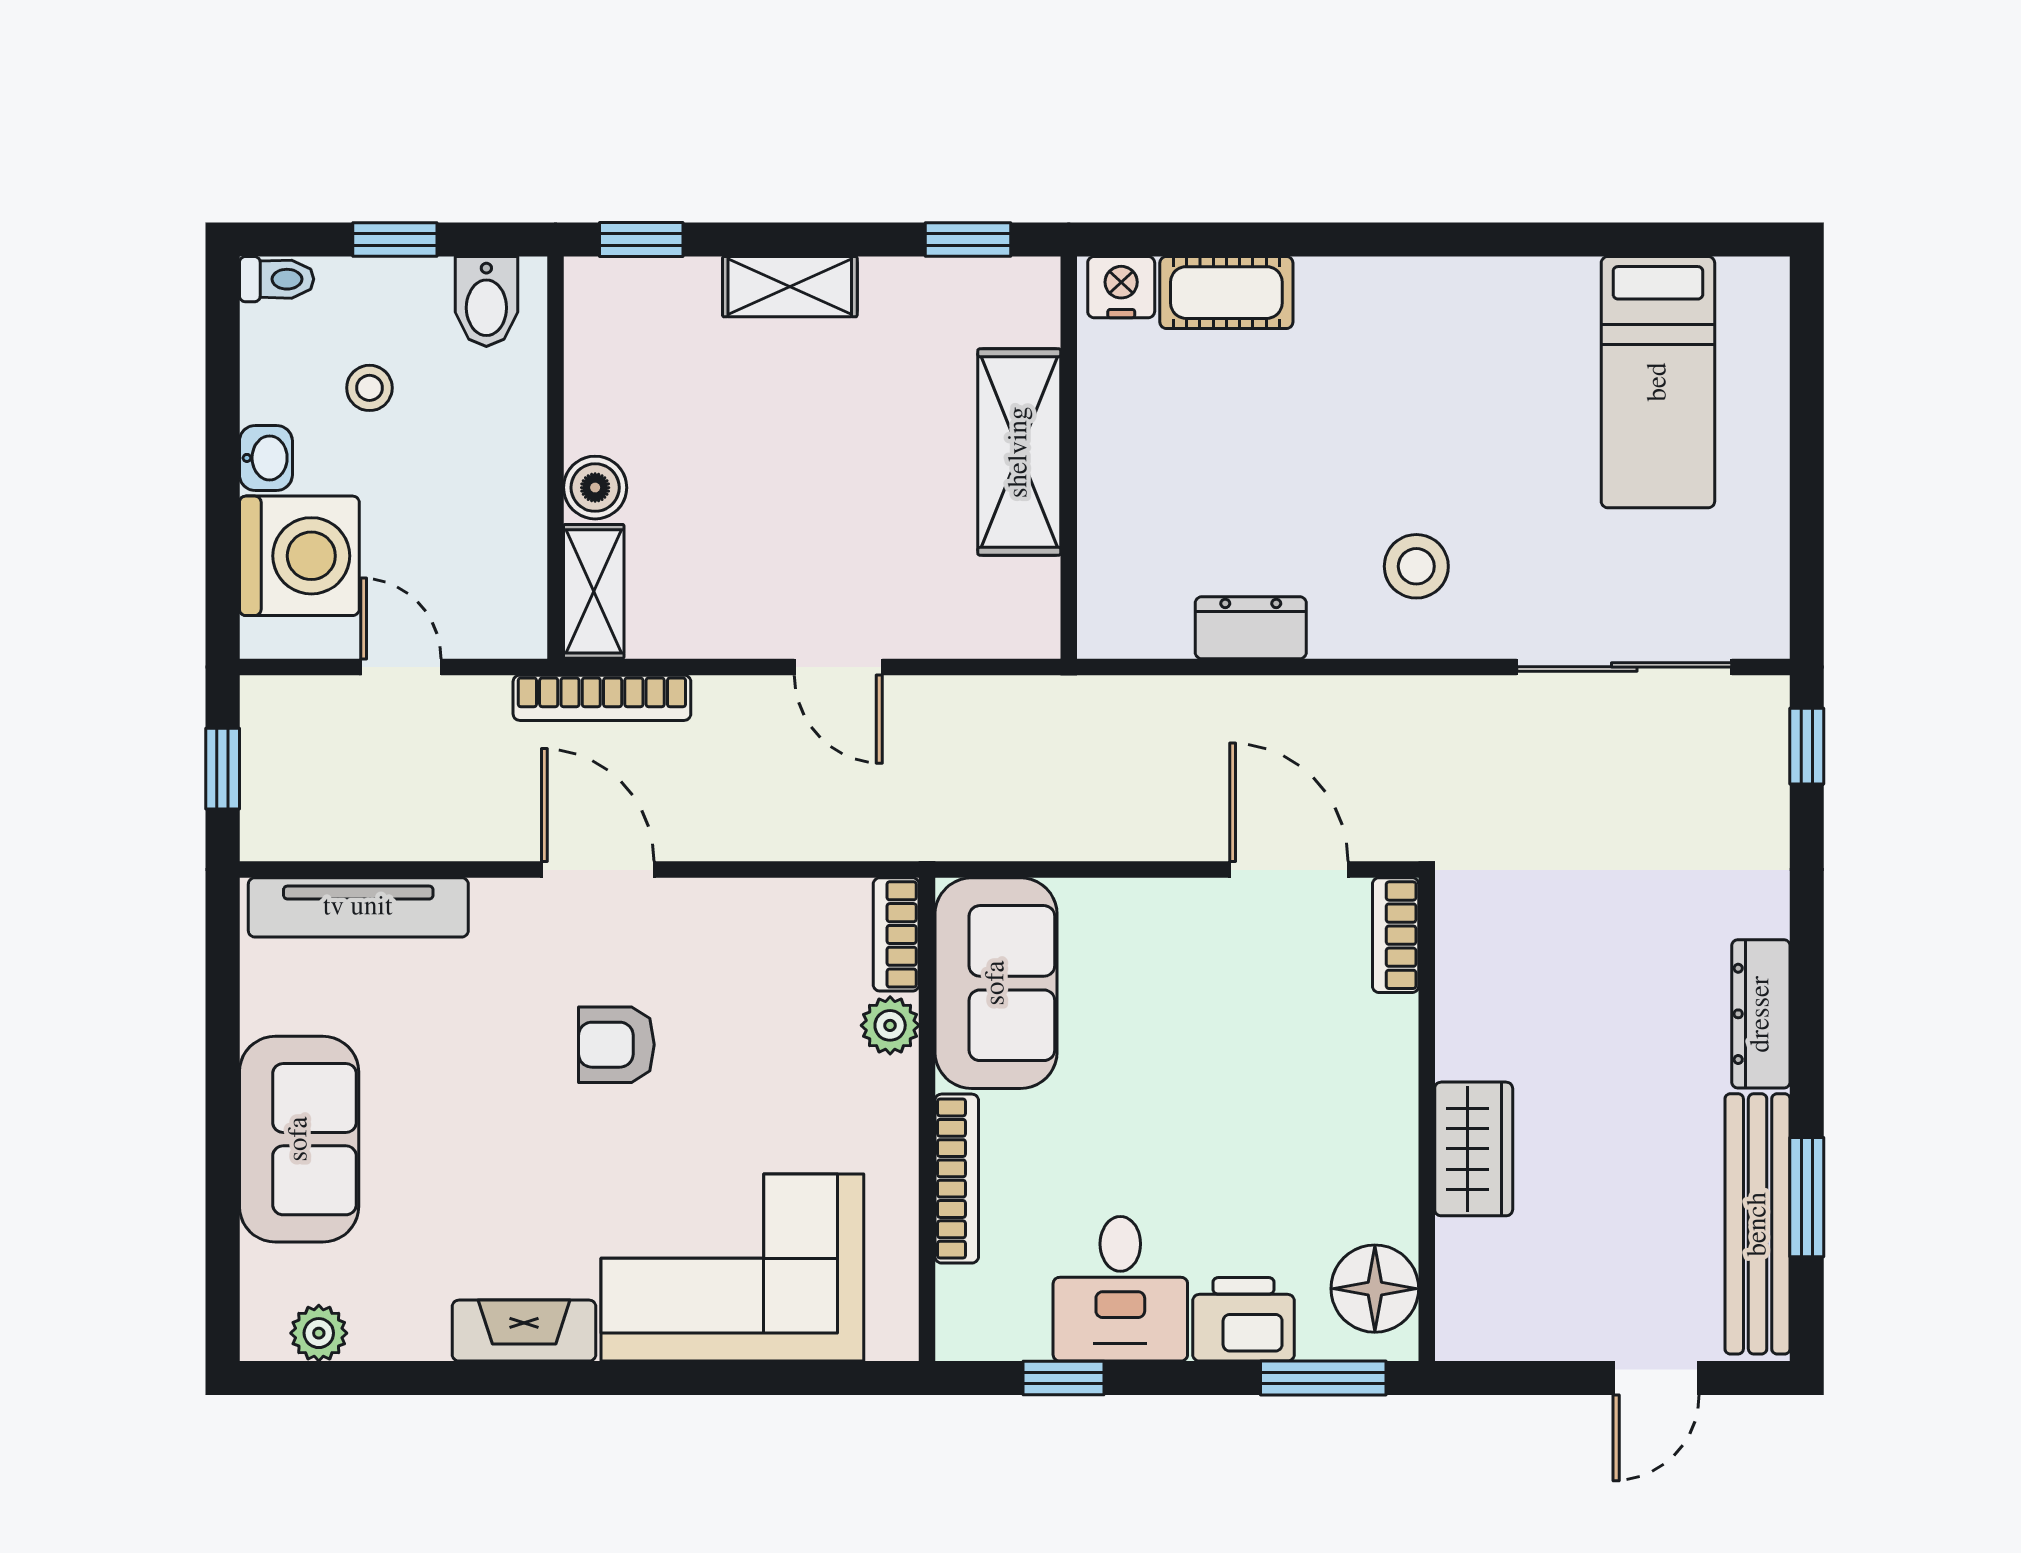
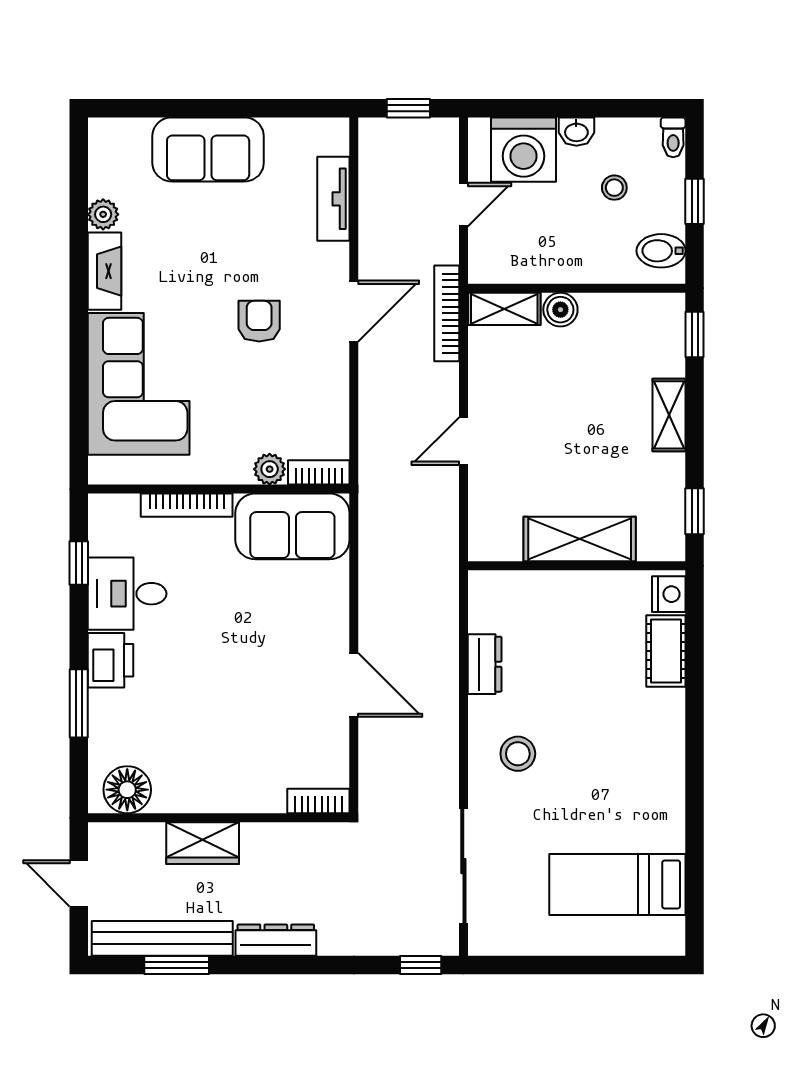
door: (1289, 870) -> (354, 685), hinge flipped
tv unit: (358, 907) -> (333, 199), width x0.71
bookcase: (1396, 935) -> (318, 801), moved
wall: (1427, 1119) -> (219, 818), moved
wardrobe: (1474, 1149) -> (203, 843), moved
floor lamp: (1375, 1289) -> (127, 790), moved
plant: (319, 1333) -> (103, 214), moved

